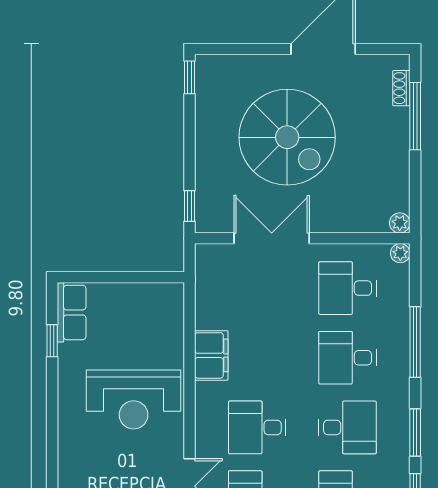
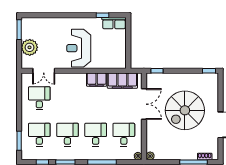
filing cabinet: (214, 292) -> (122, 81), added
desk: (257, 427) -> (67, 98), removed
desk: (347, 427) -> (67, 135), turned 180

